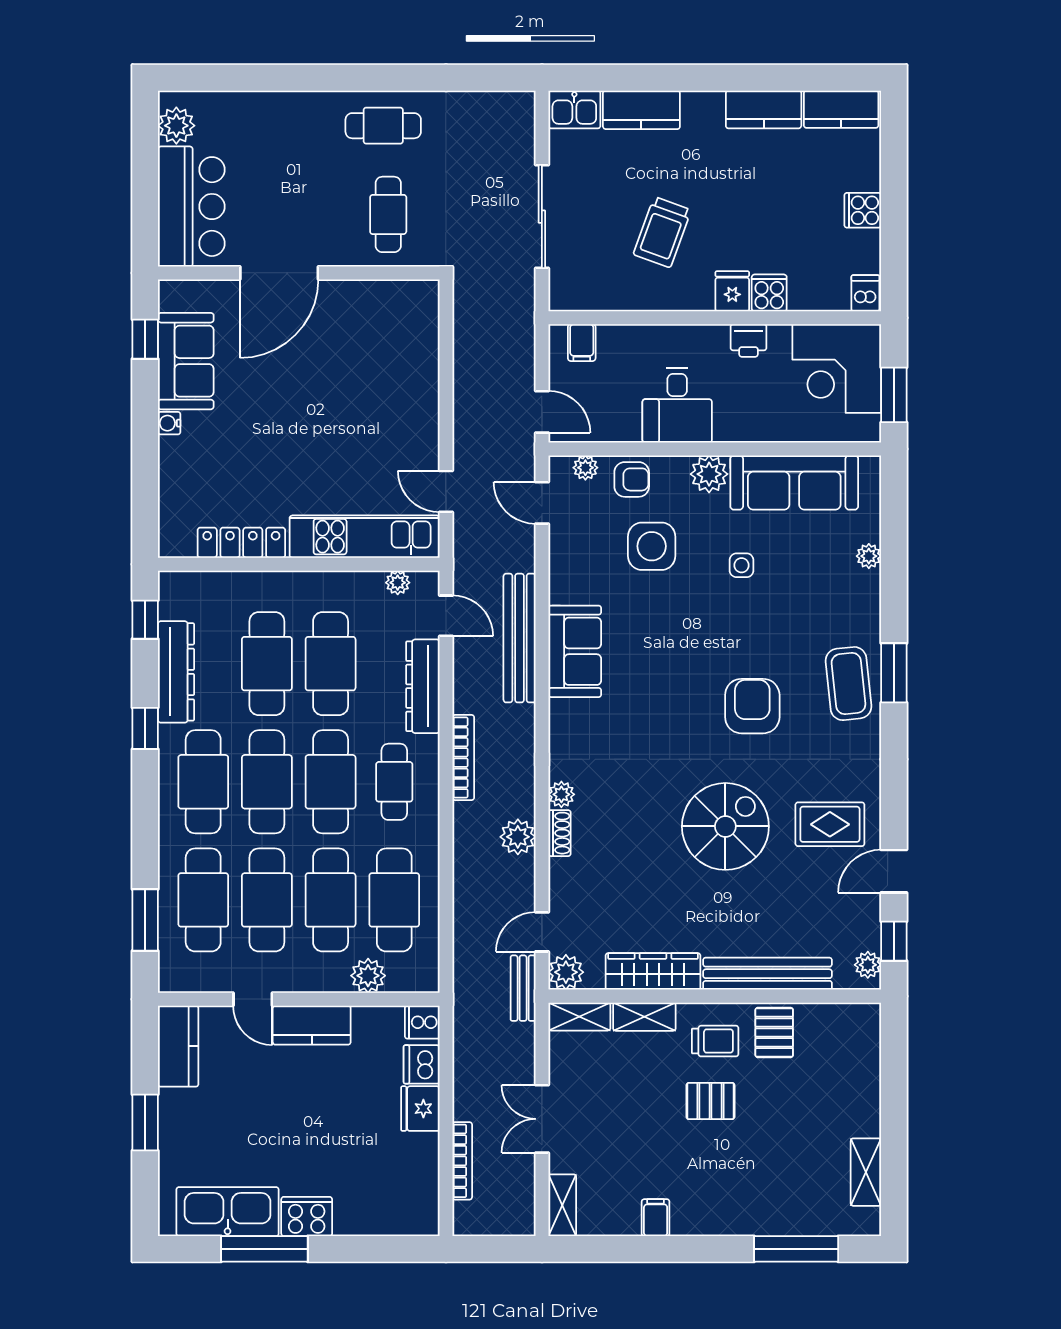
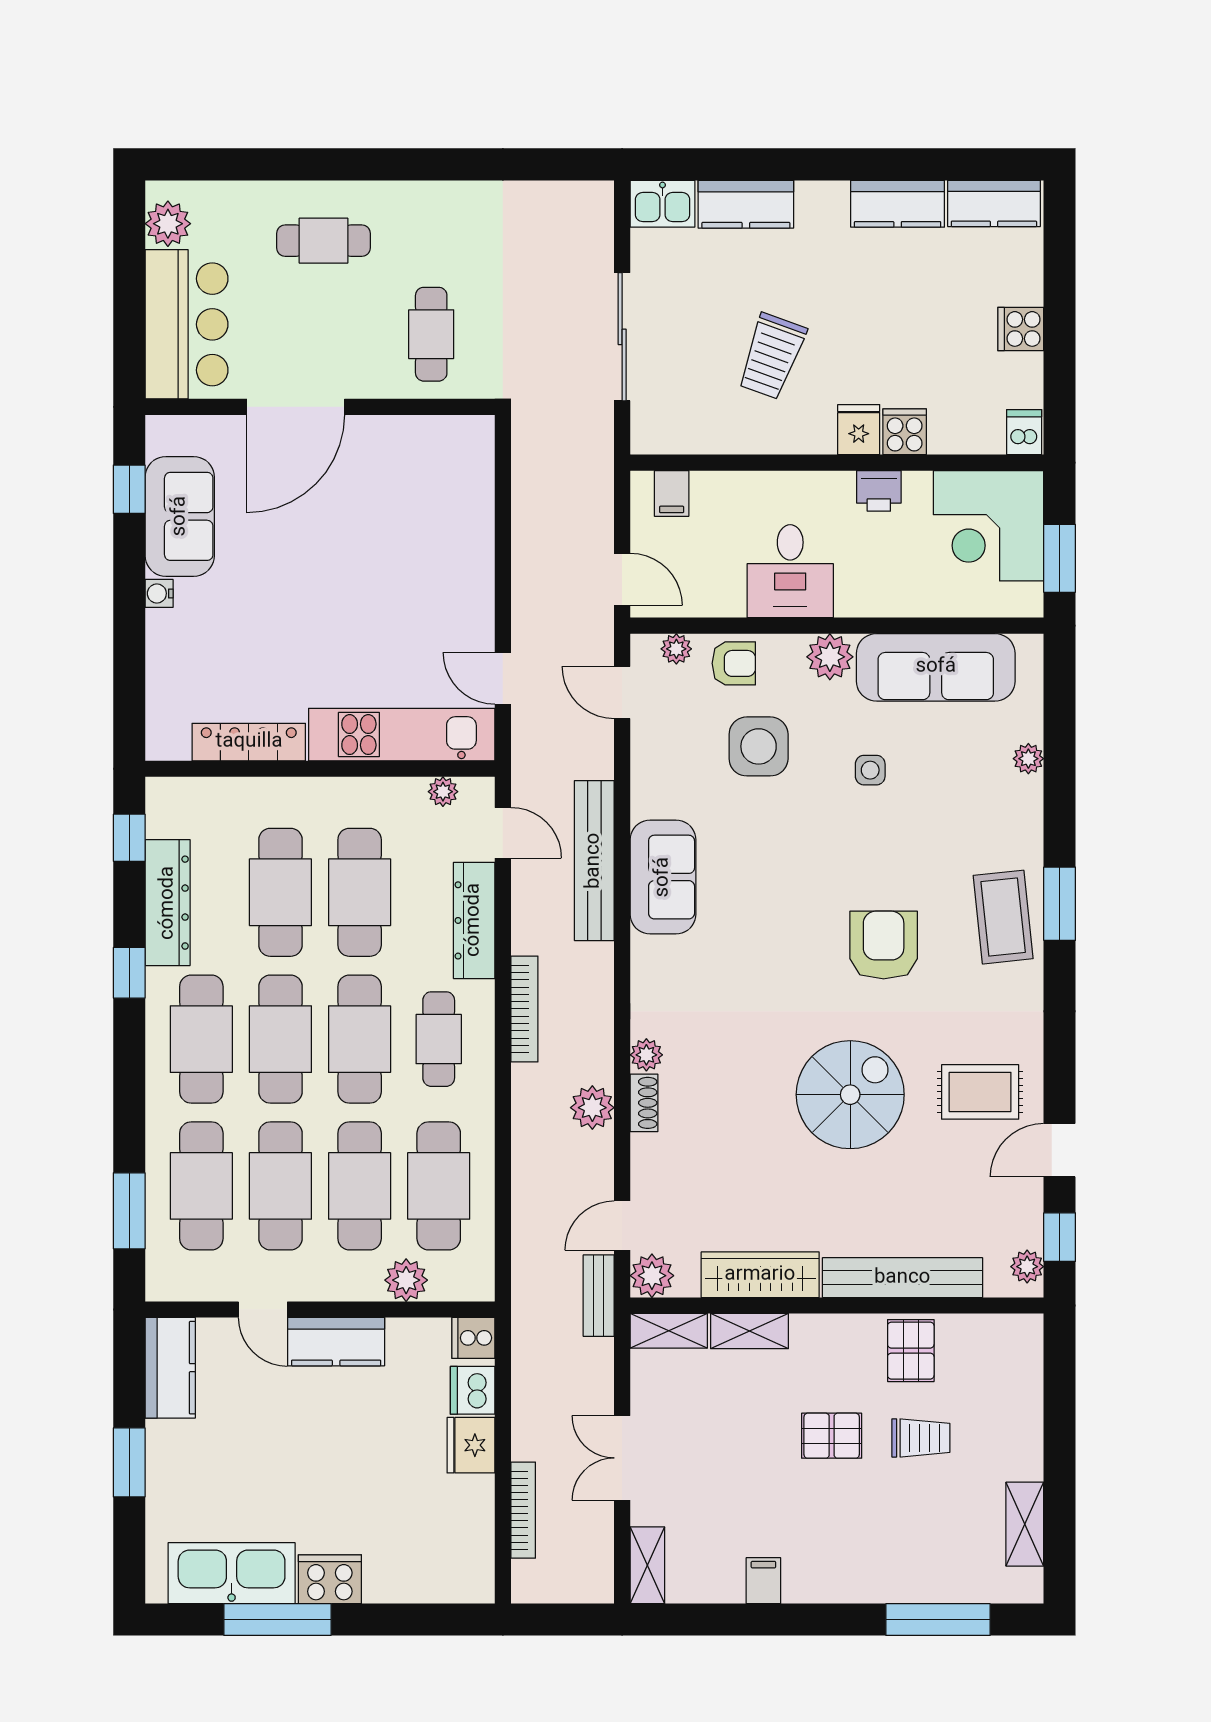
cafe table: (383, 126) -> (323, 241), moved
trolley: (715, 1041) -> (921, 1438), moved

